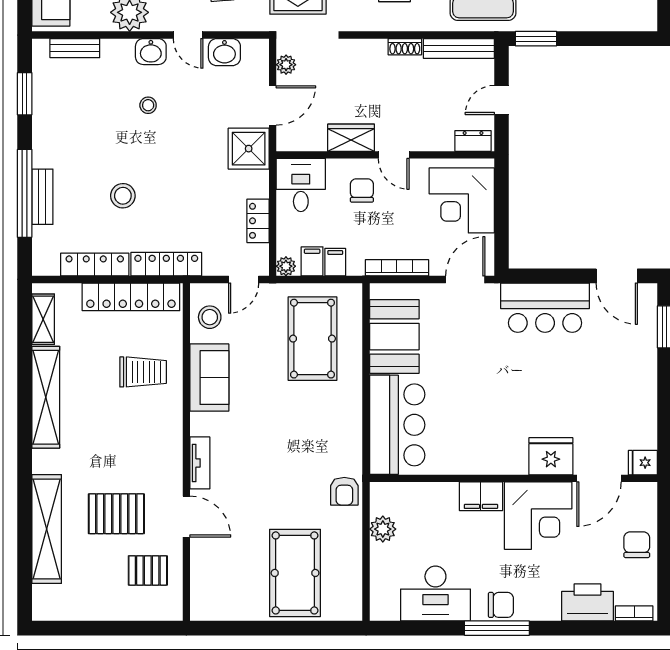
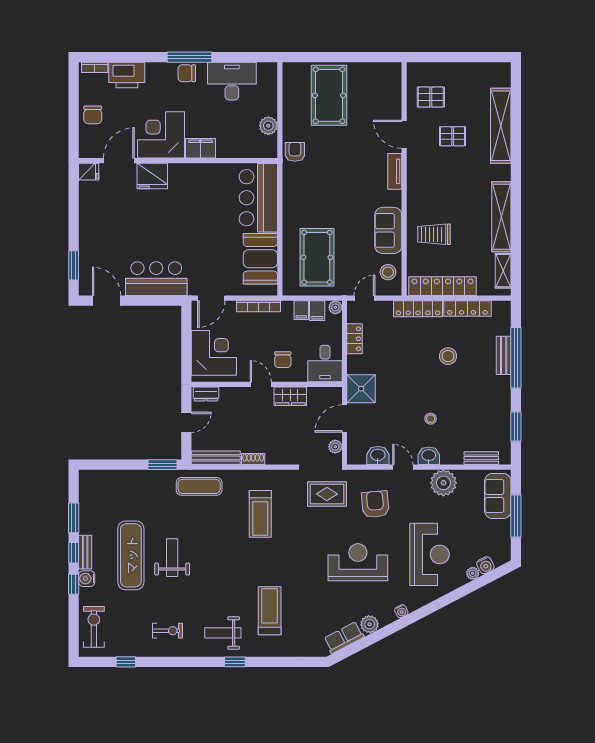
pallet: (116, 514) -> (453, 136), width x0.67, depth x0.71

